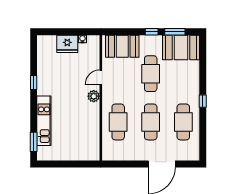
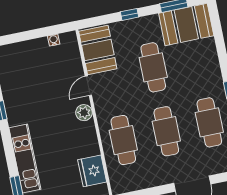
window: (152, 32) -> (130, 14), moved
fridge: (67, 44) -> (92, 171), moved, turned 90
booth: (122, 46) -> (98, 50), moved, turned 90

